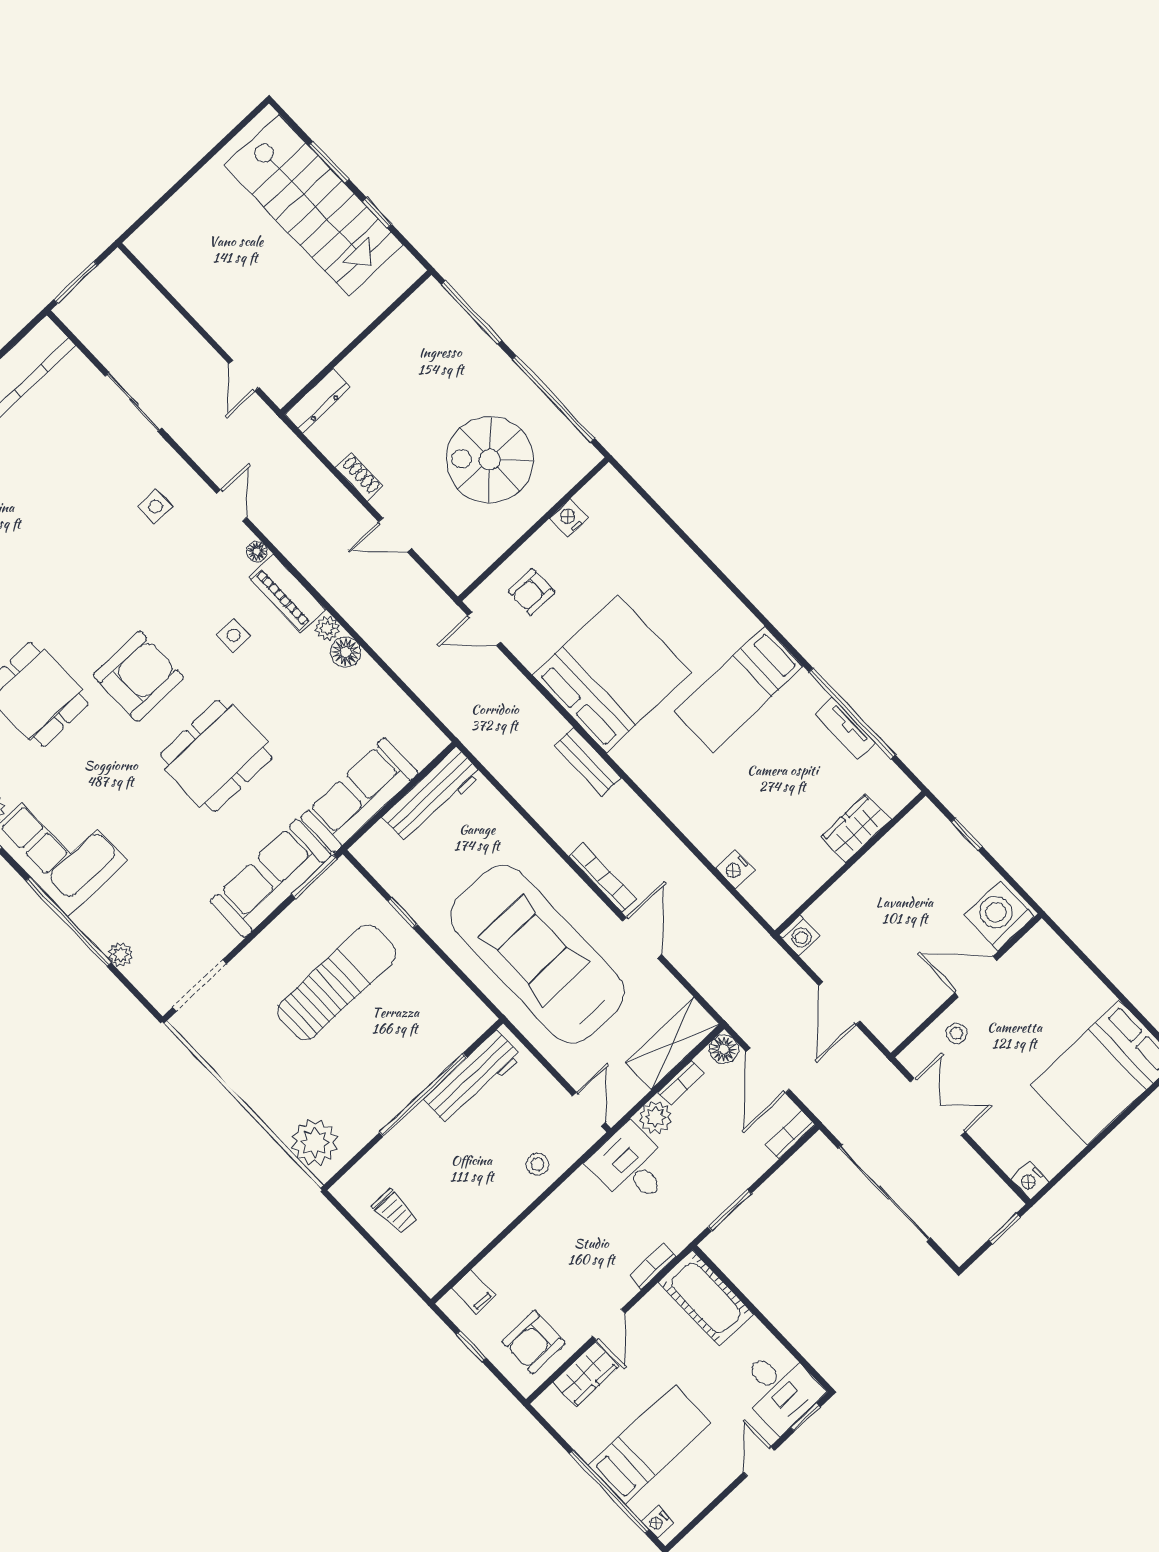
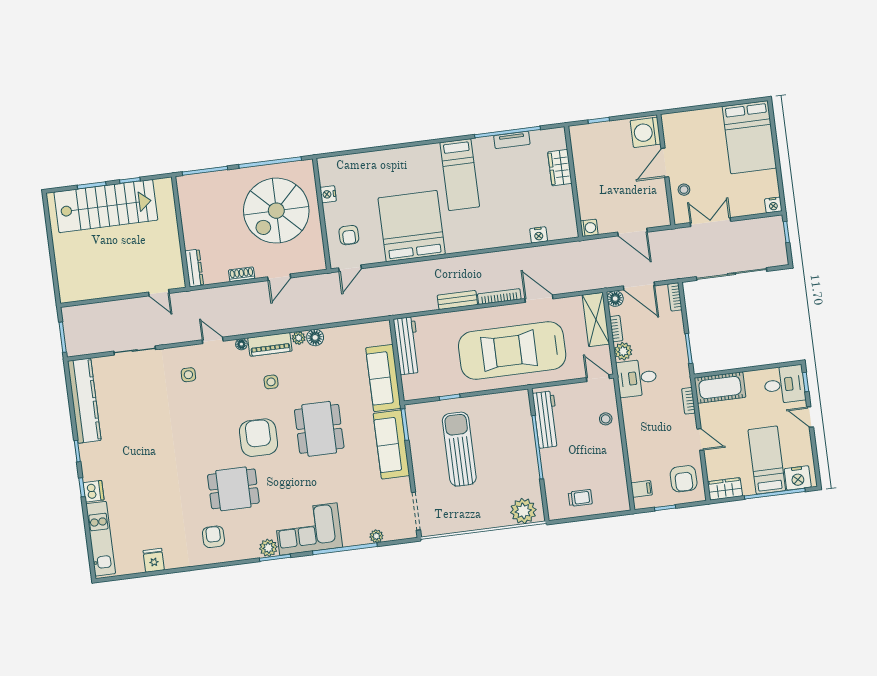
spiral stairs: (490, 460) -> (276, 211), width x1.37, depth x1.37
bench: (588, 762) -> (457, 300), moved
wardrobe: (586, 1374) -> (725, 489), moved, turned -90
nightstand: (658, 1522) -> (798, 478), width x1.89, depth x1.79

